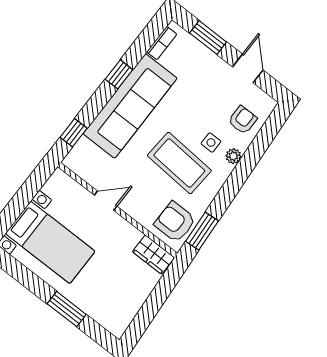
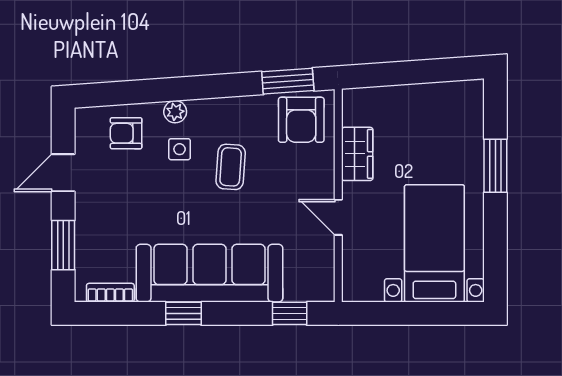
coffee table: (179, 163) -> (231, 167), width x0.54, depth x0.58
wardrobe: (153, 255) -> (357, 154), moved

